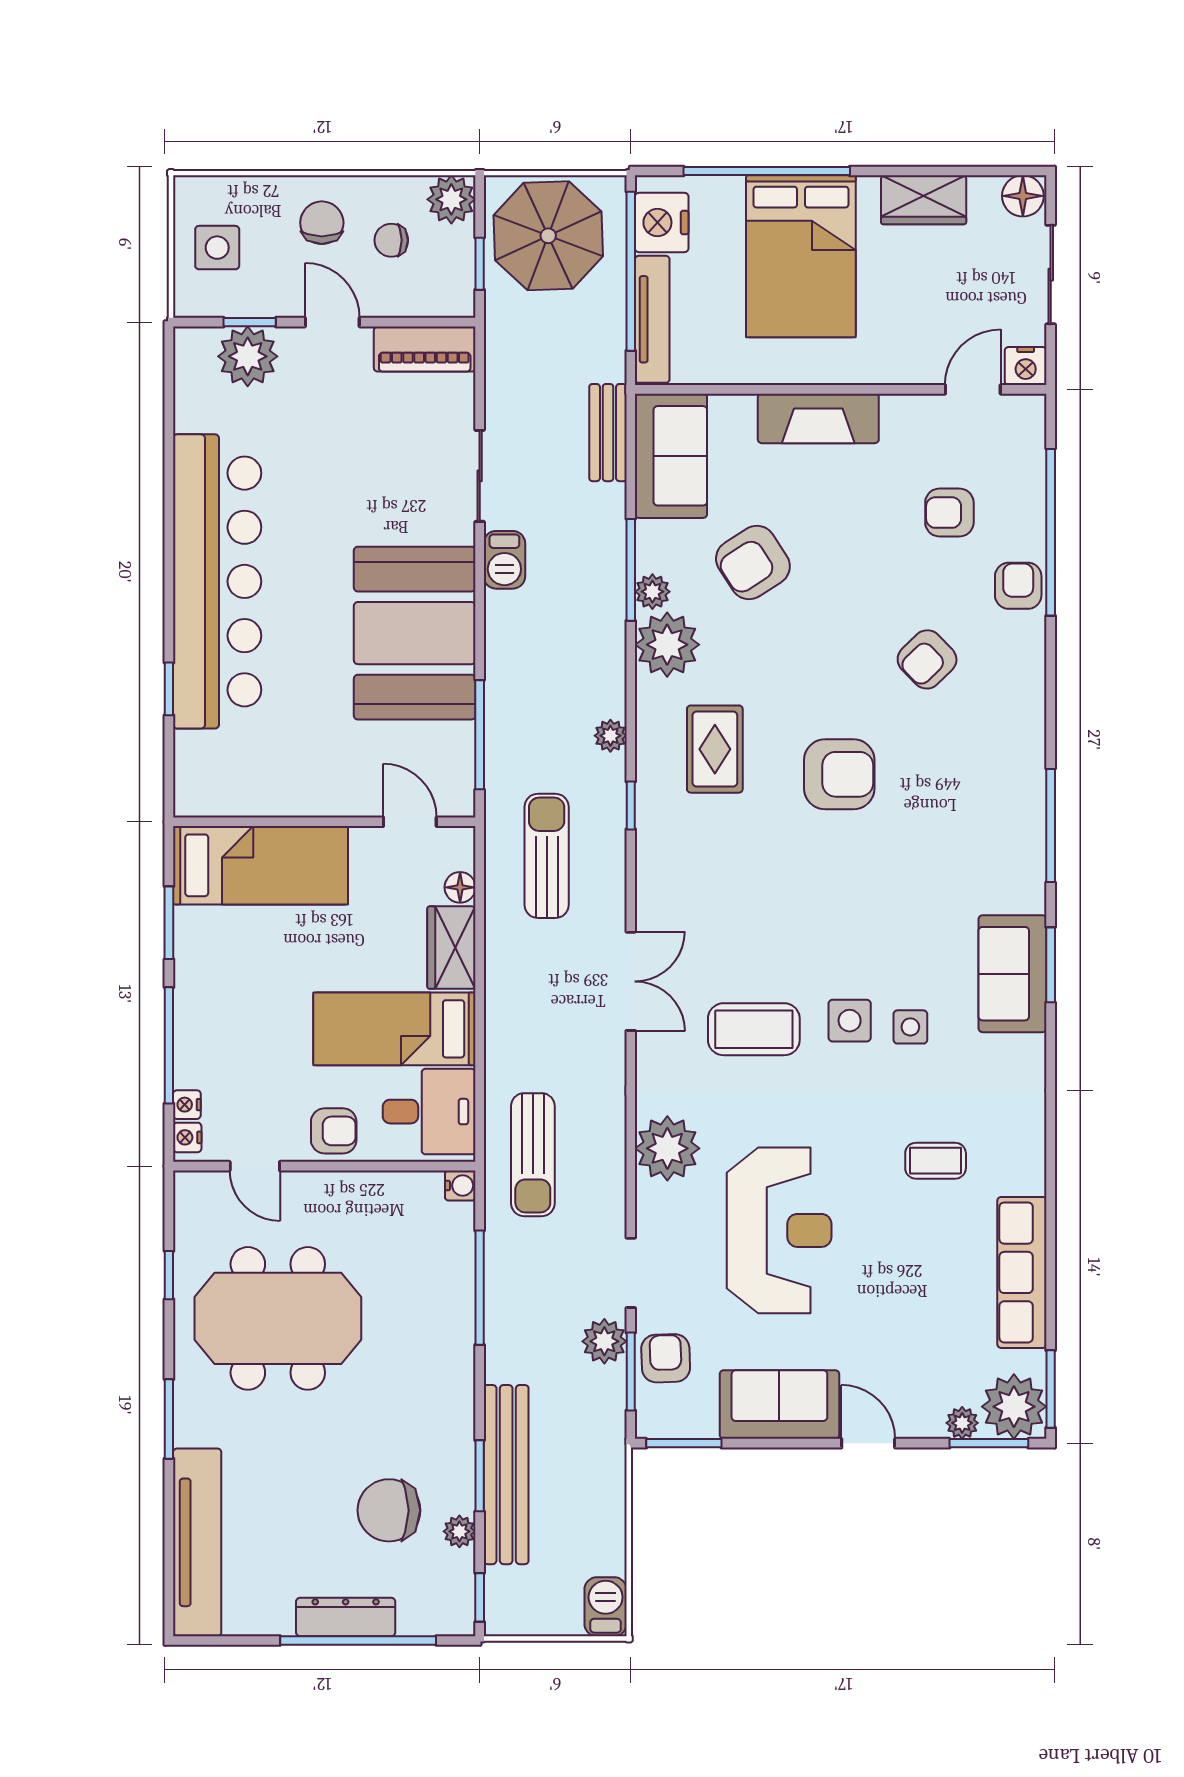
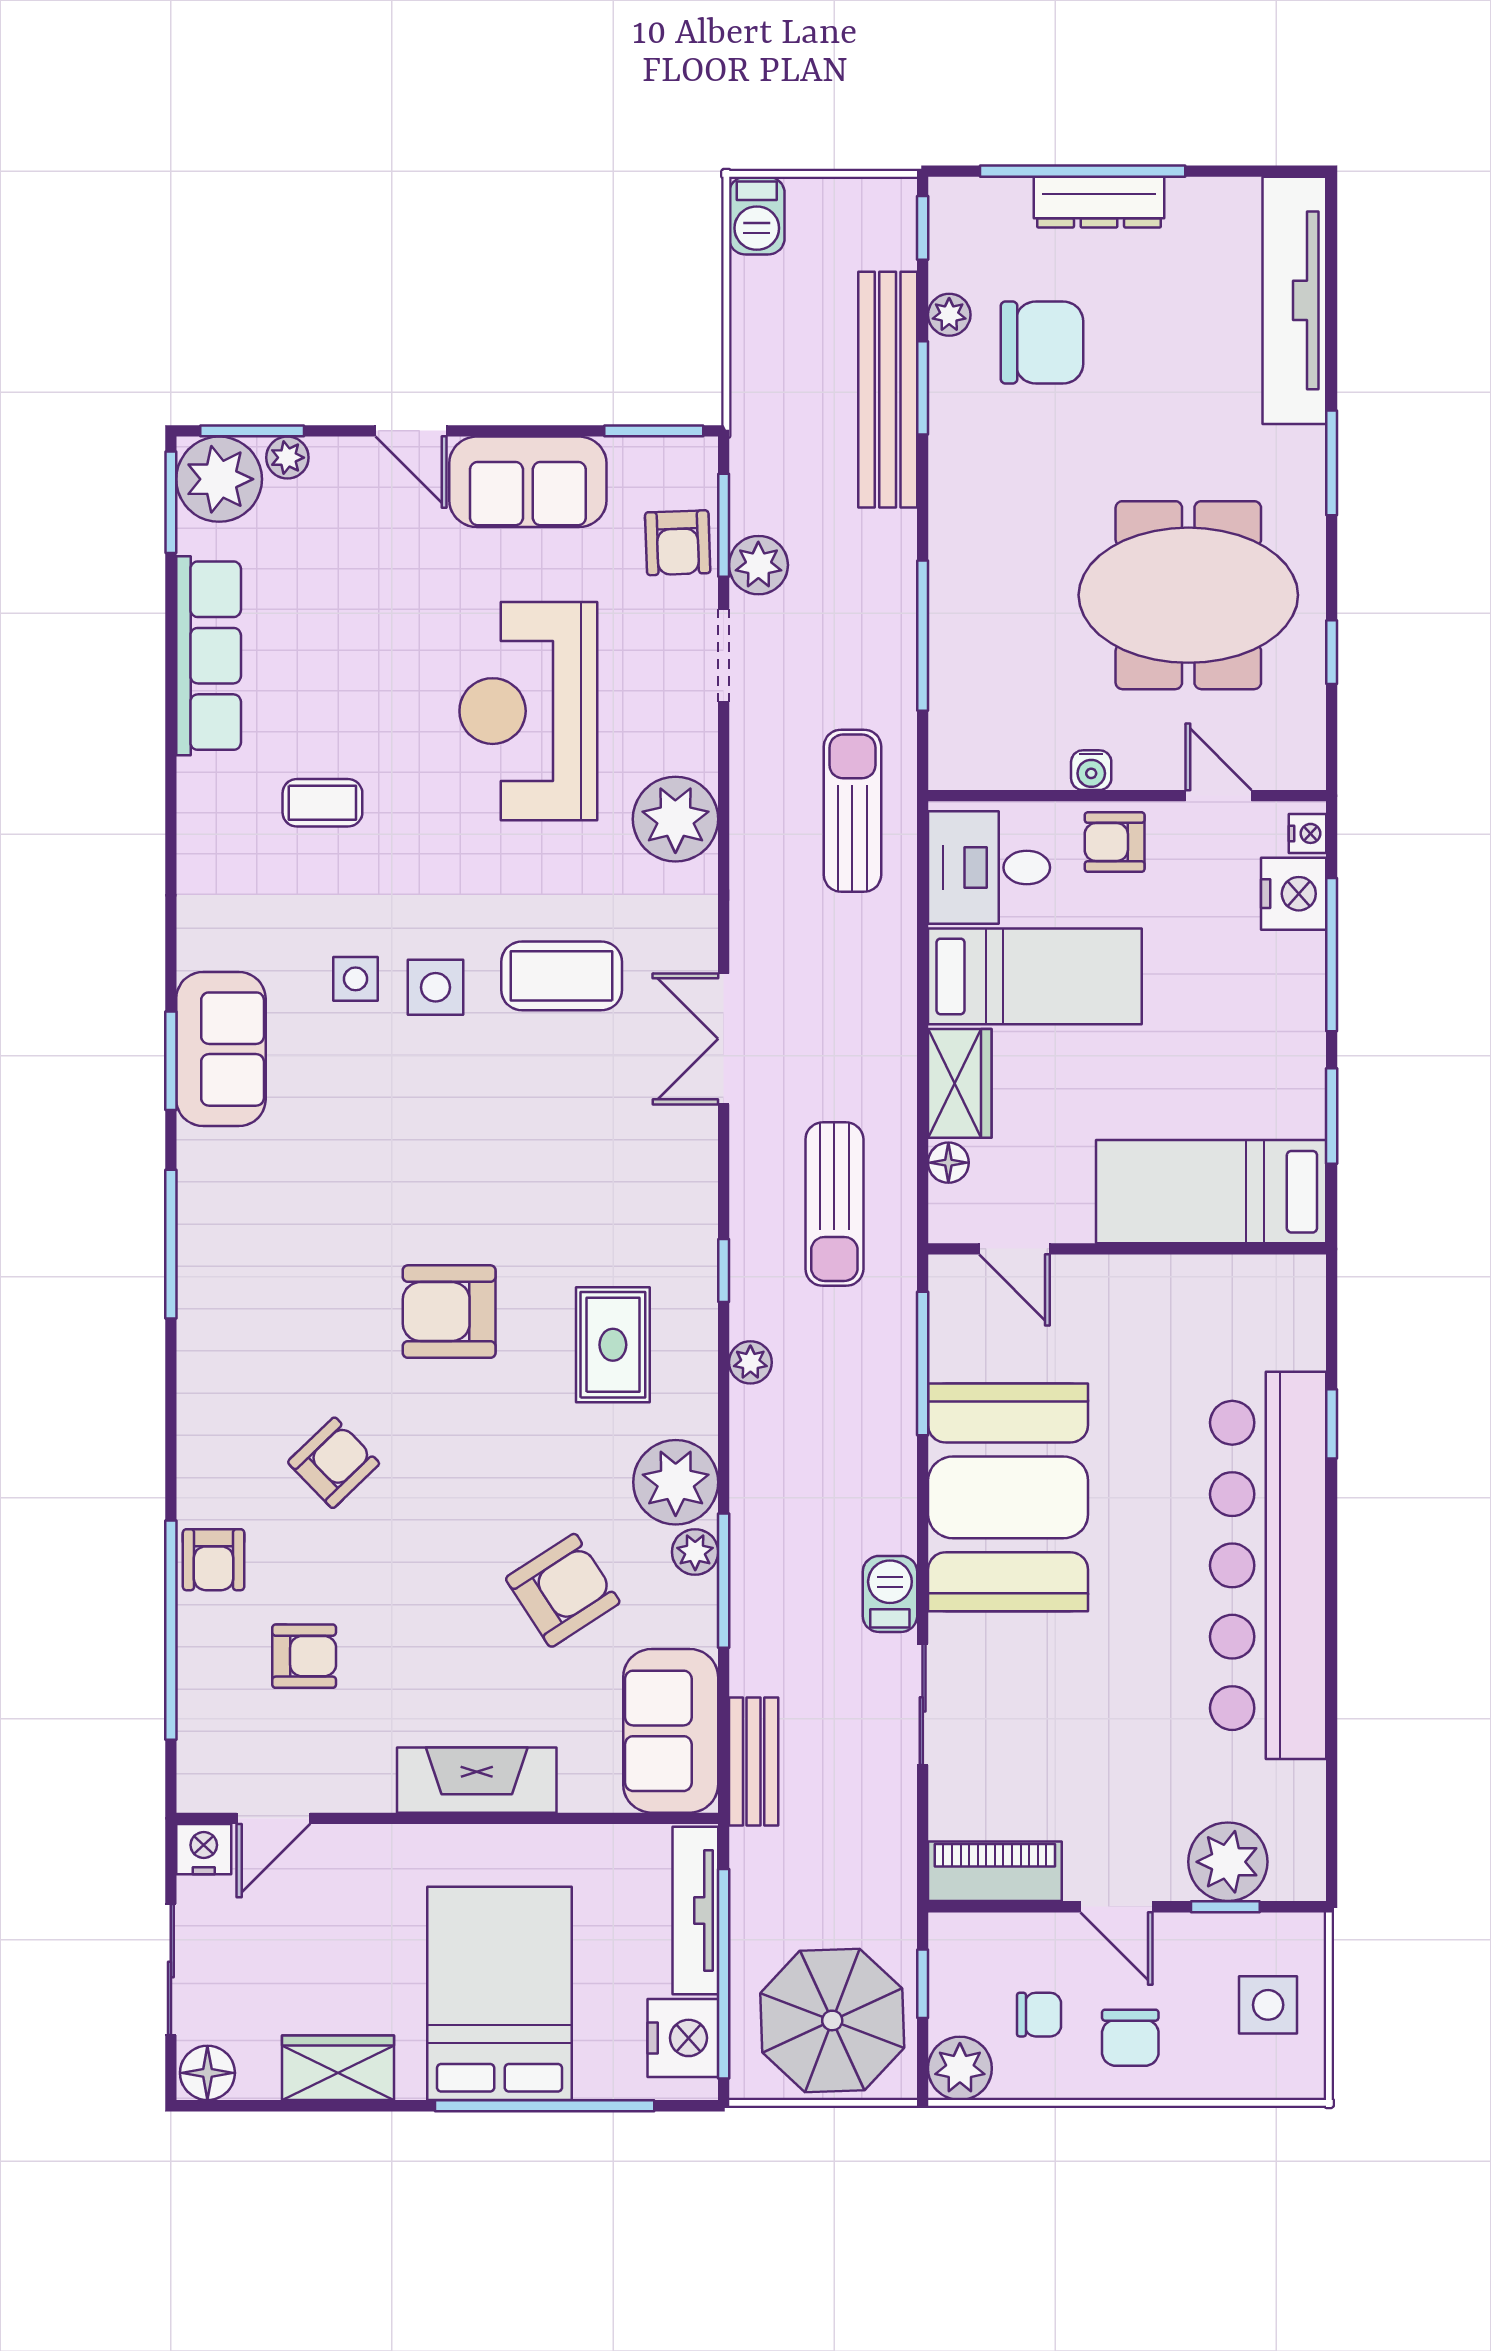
nightstand: (187, 1105) -> (1294, 894), width x1.89, depth x1.79
water cooler: (460, 1185) -> (1091, 770), moved, turned -90

